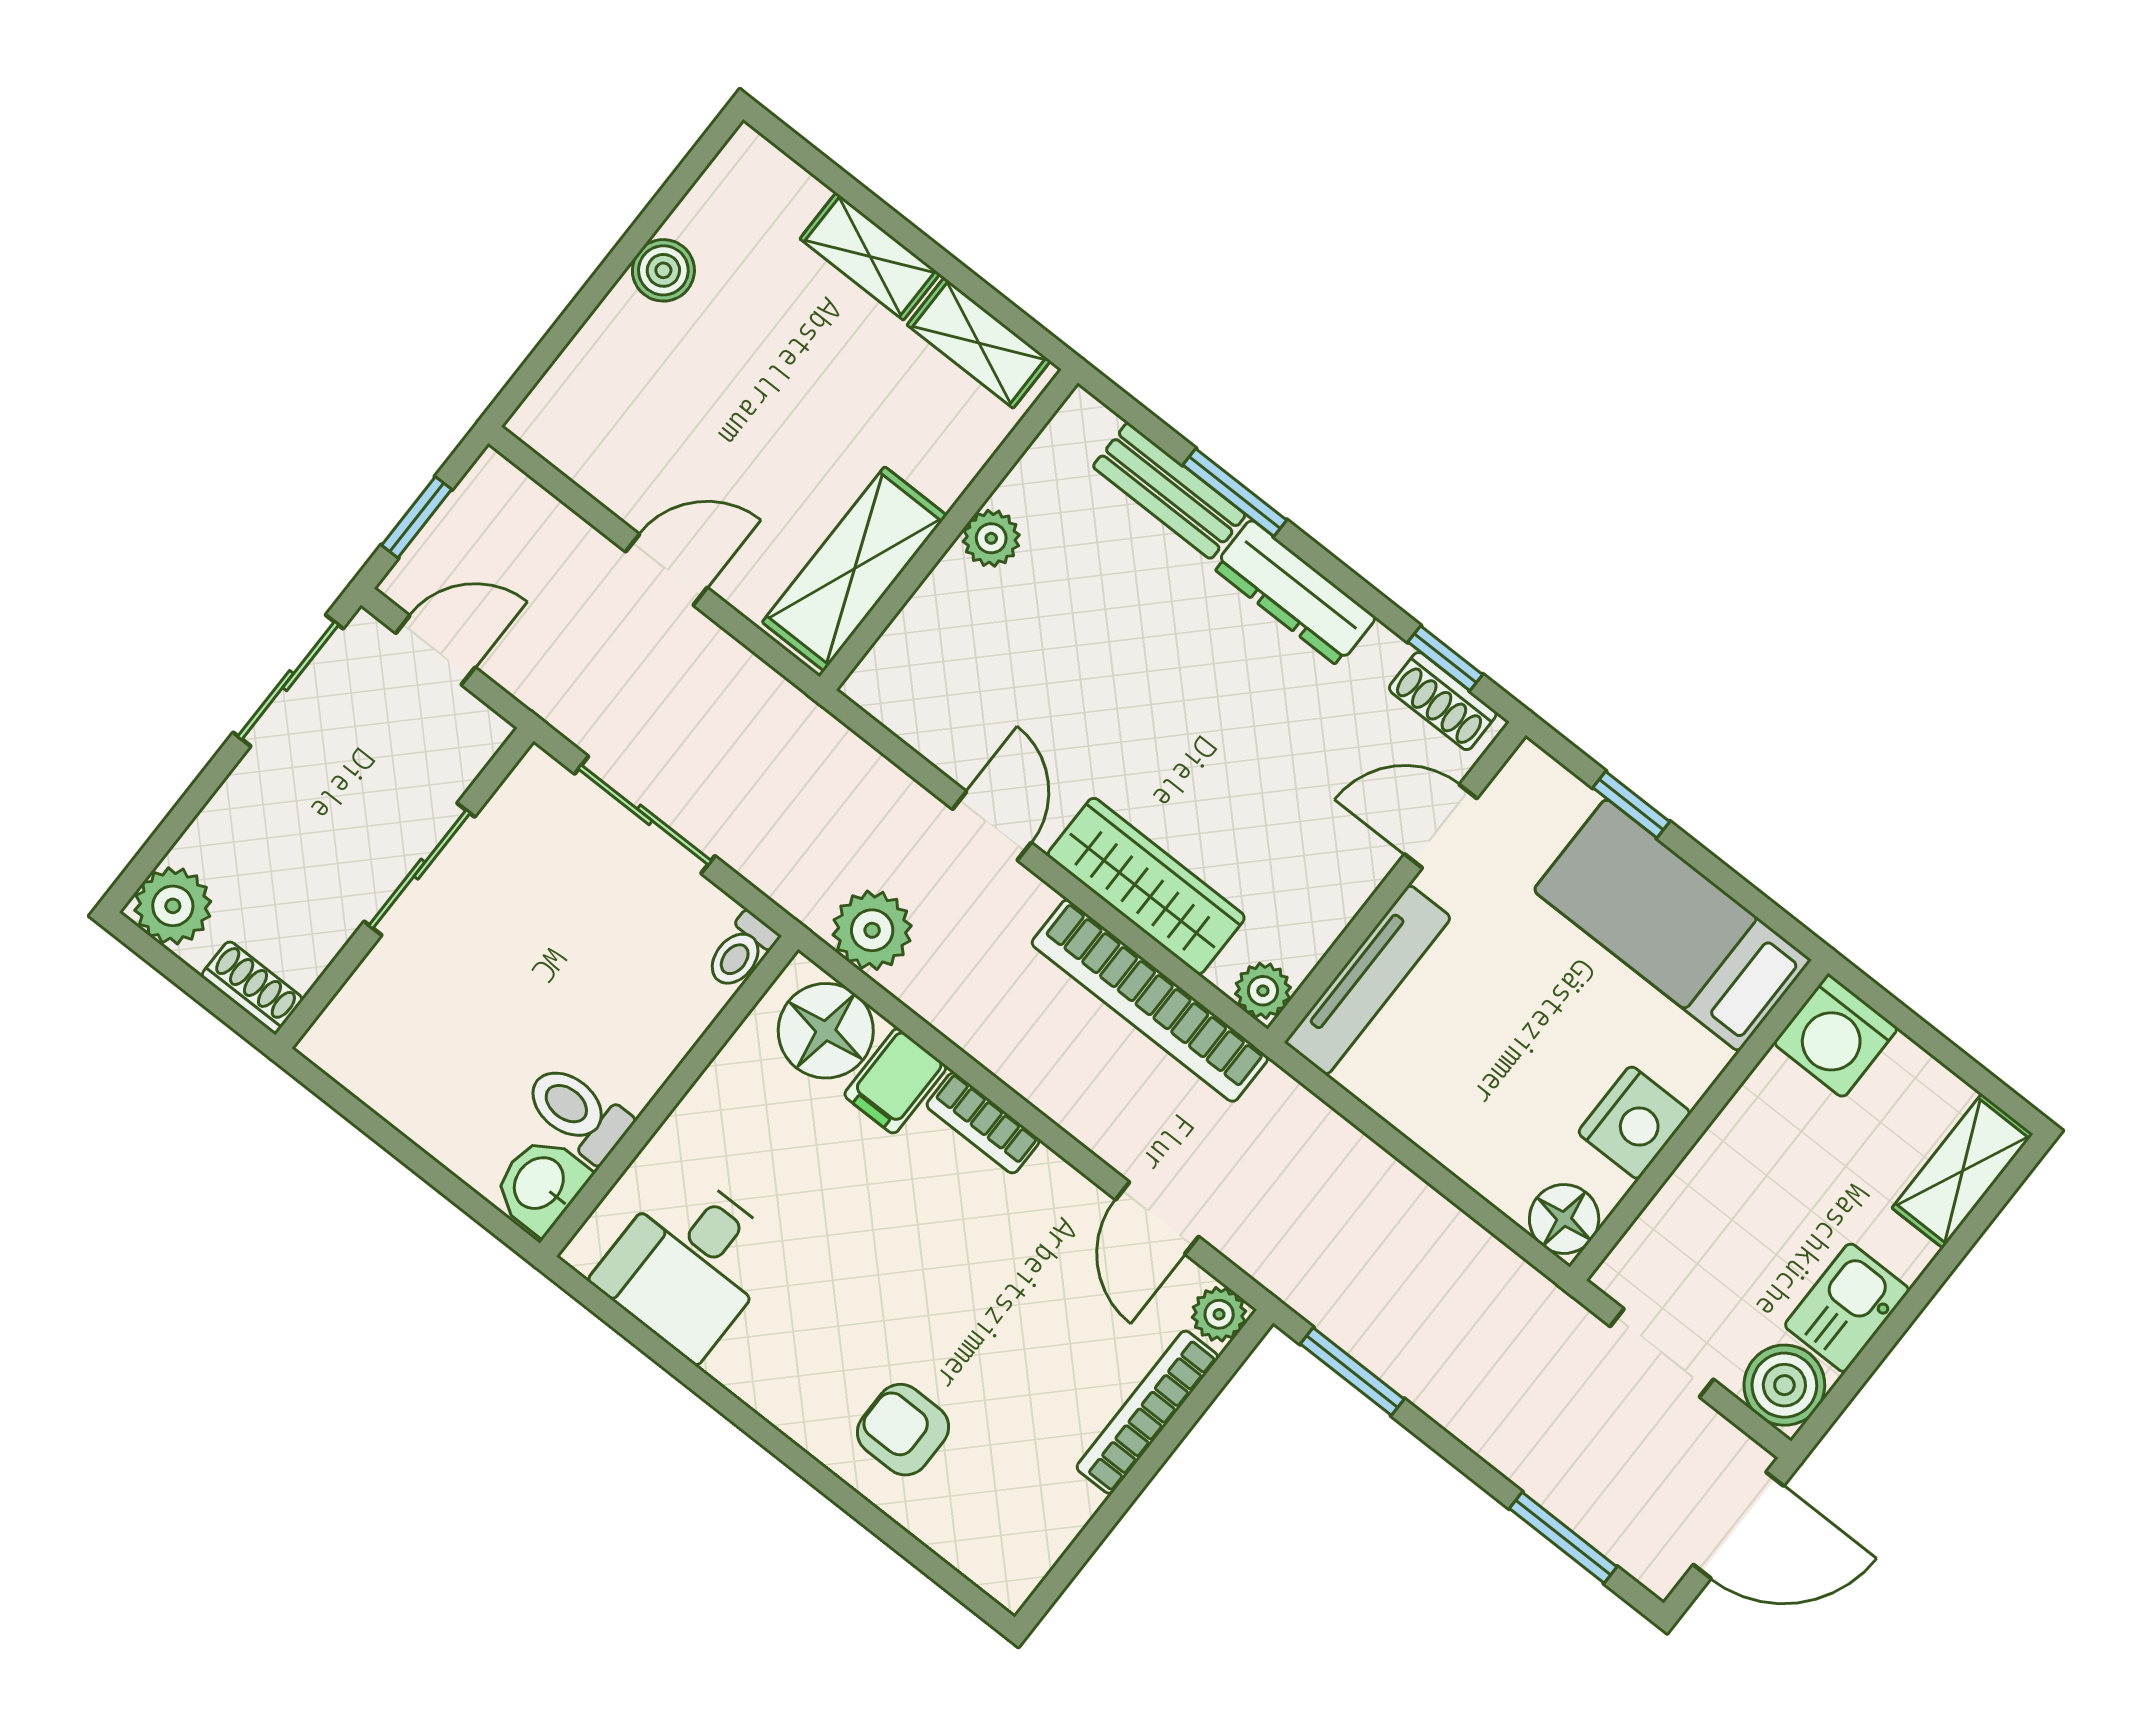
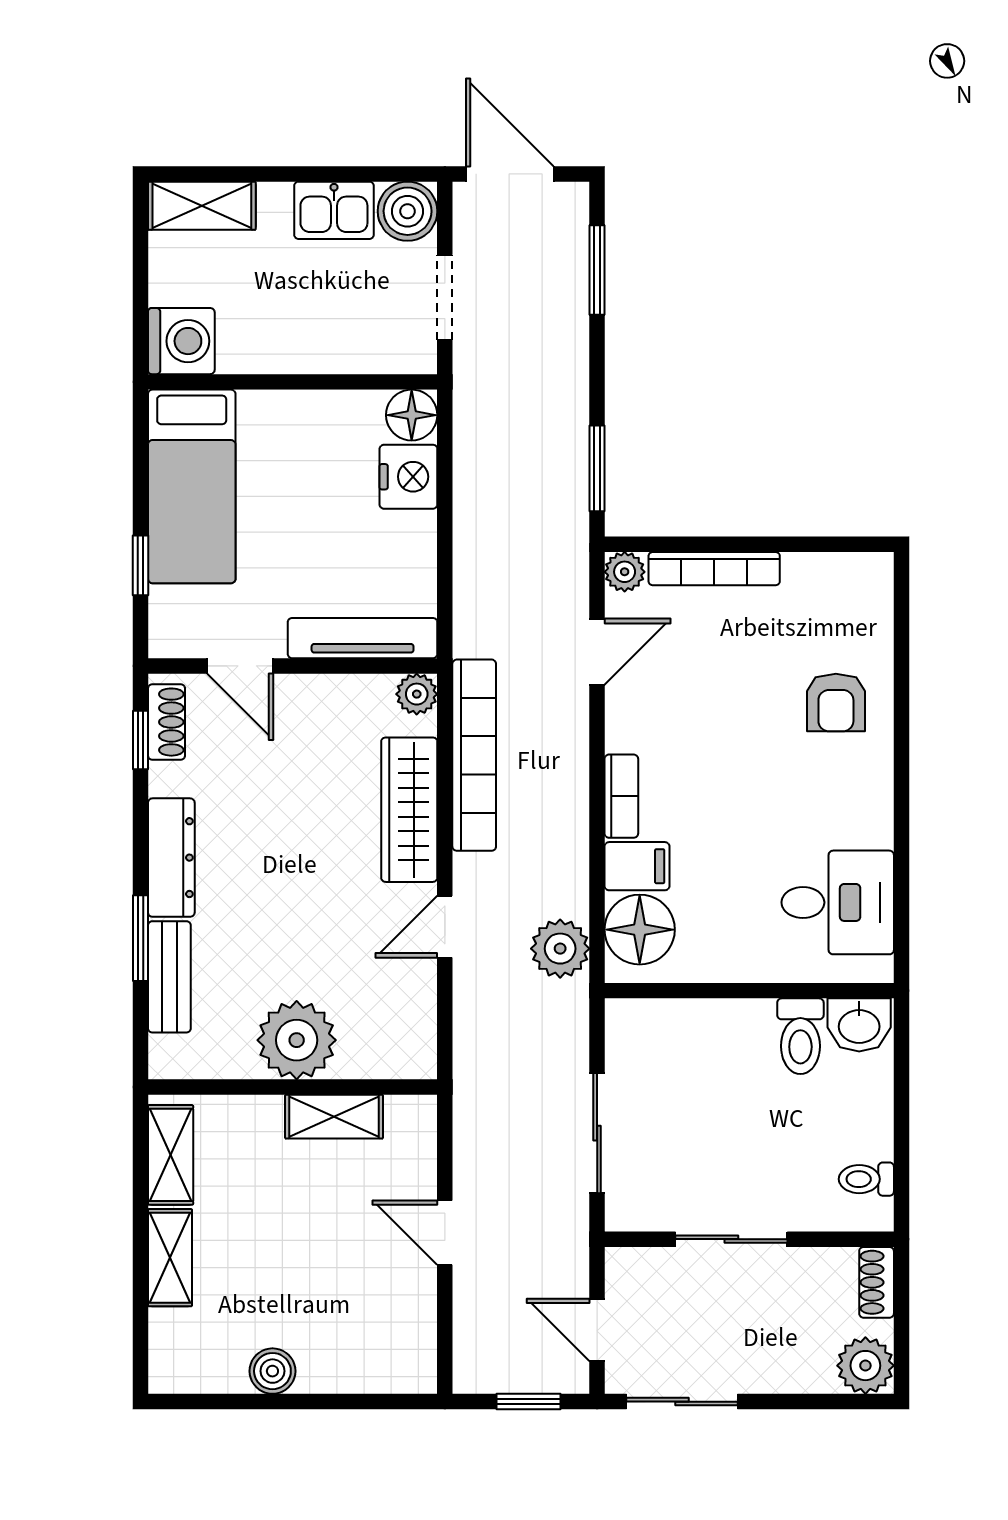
plant: (991, 538) -> (297, 1040), width x1.88, depth x1.88
shelving: (854, 569) -> (334, 1117), width x0.67, depth x0.75
toilet: (741, 951) -> (866, 1179), moved, turned 180
nightstand: (1634, 1123) -> (408, 477), moved, turned 90

